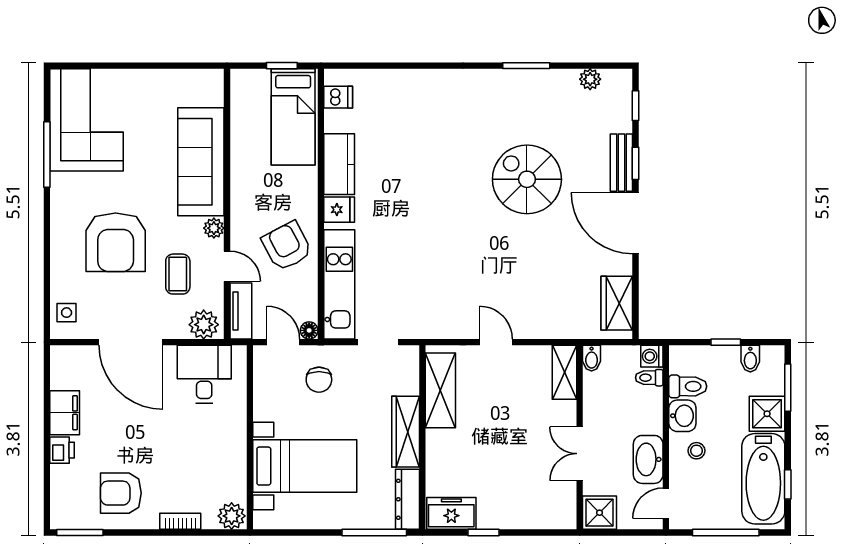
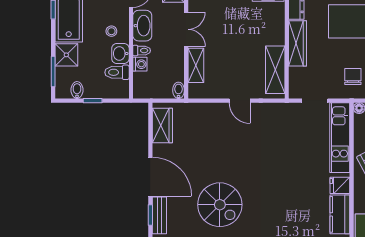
washing machine: (652, 356) -> (140, 64), moved
shelving: (564, 372) -> (196, 65), moved
toilet: (649, 378) -> (142, 51), moved

